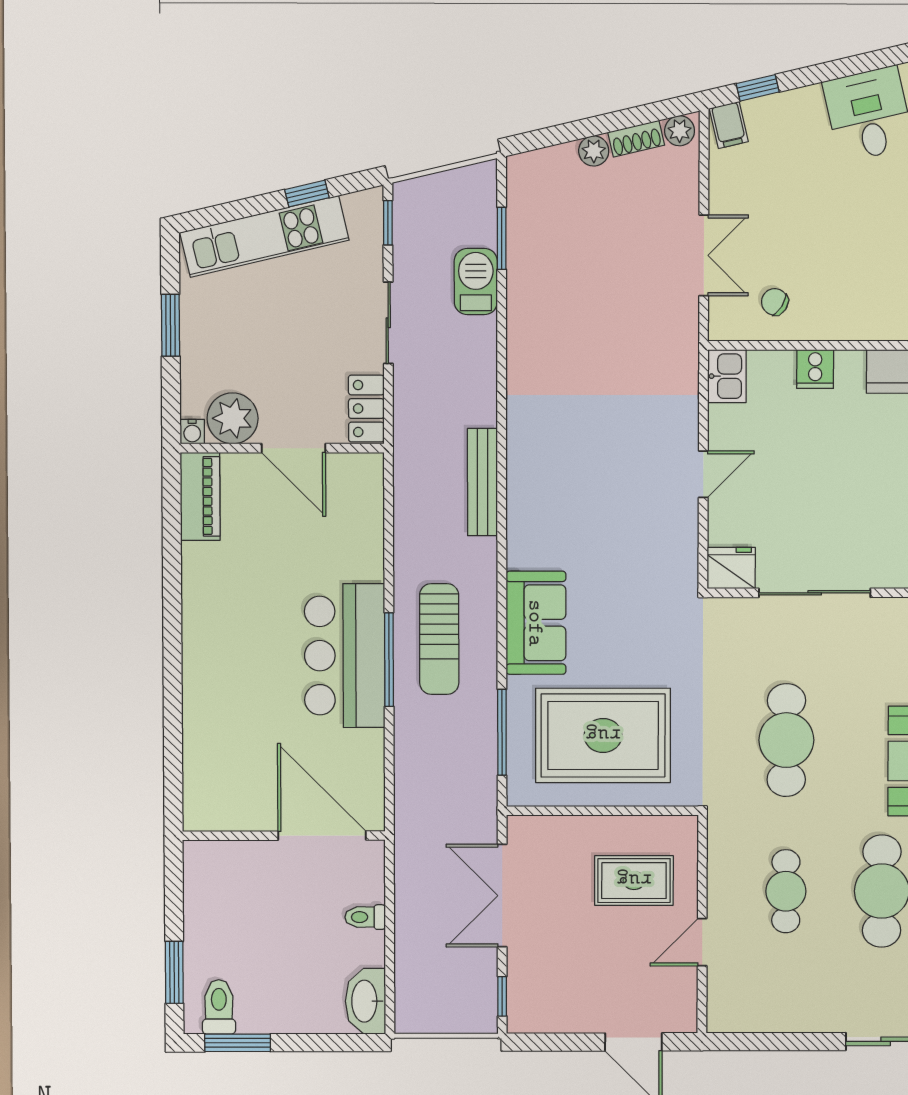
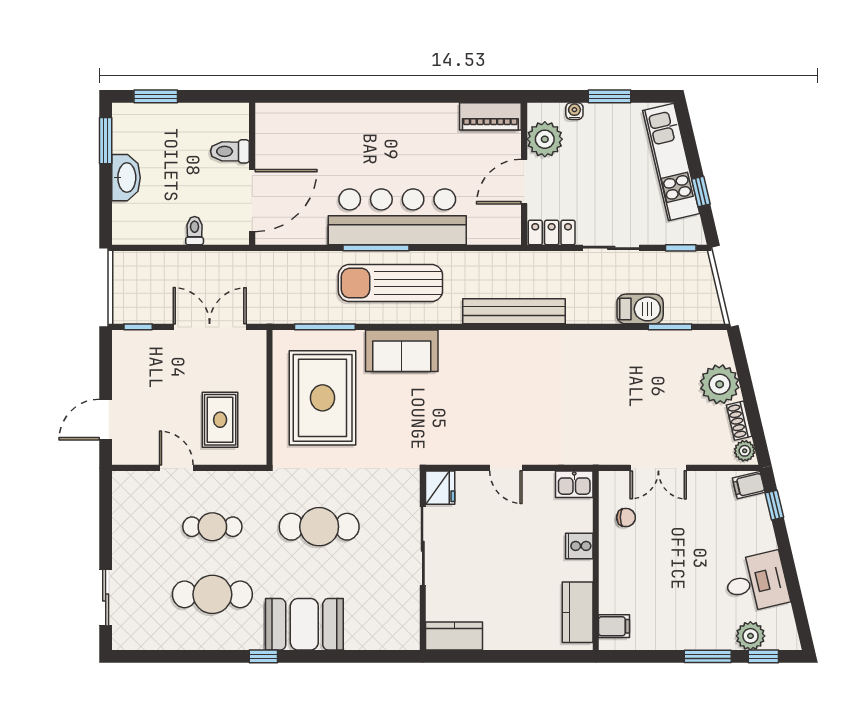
plant: (594, 151) -> (720, 384), width x1.88, depth x1.88
chair: (775, 302) -> (626, 517), turned 58
water cooler: (192, 432) -> (574, 111), moved, turned 90
bench: (483, 482) -> (514, 311), width x1.37, depth x1.21
sun lounger: (439, 639) -> (390, 283), width x1.36, depth x1.34
bar counter: (345, 656) -> (397, 217), width x1.36
washbasin: (365, 1001) -> (126, 178), moved, turned 90
toilet: (219, 1007) -> (230, 151), moved, turned 180

